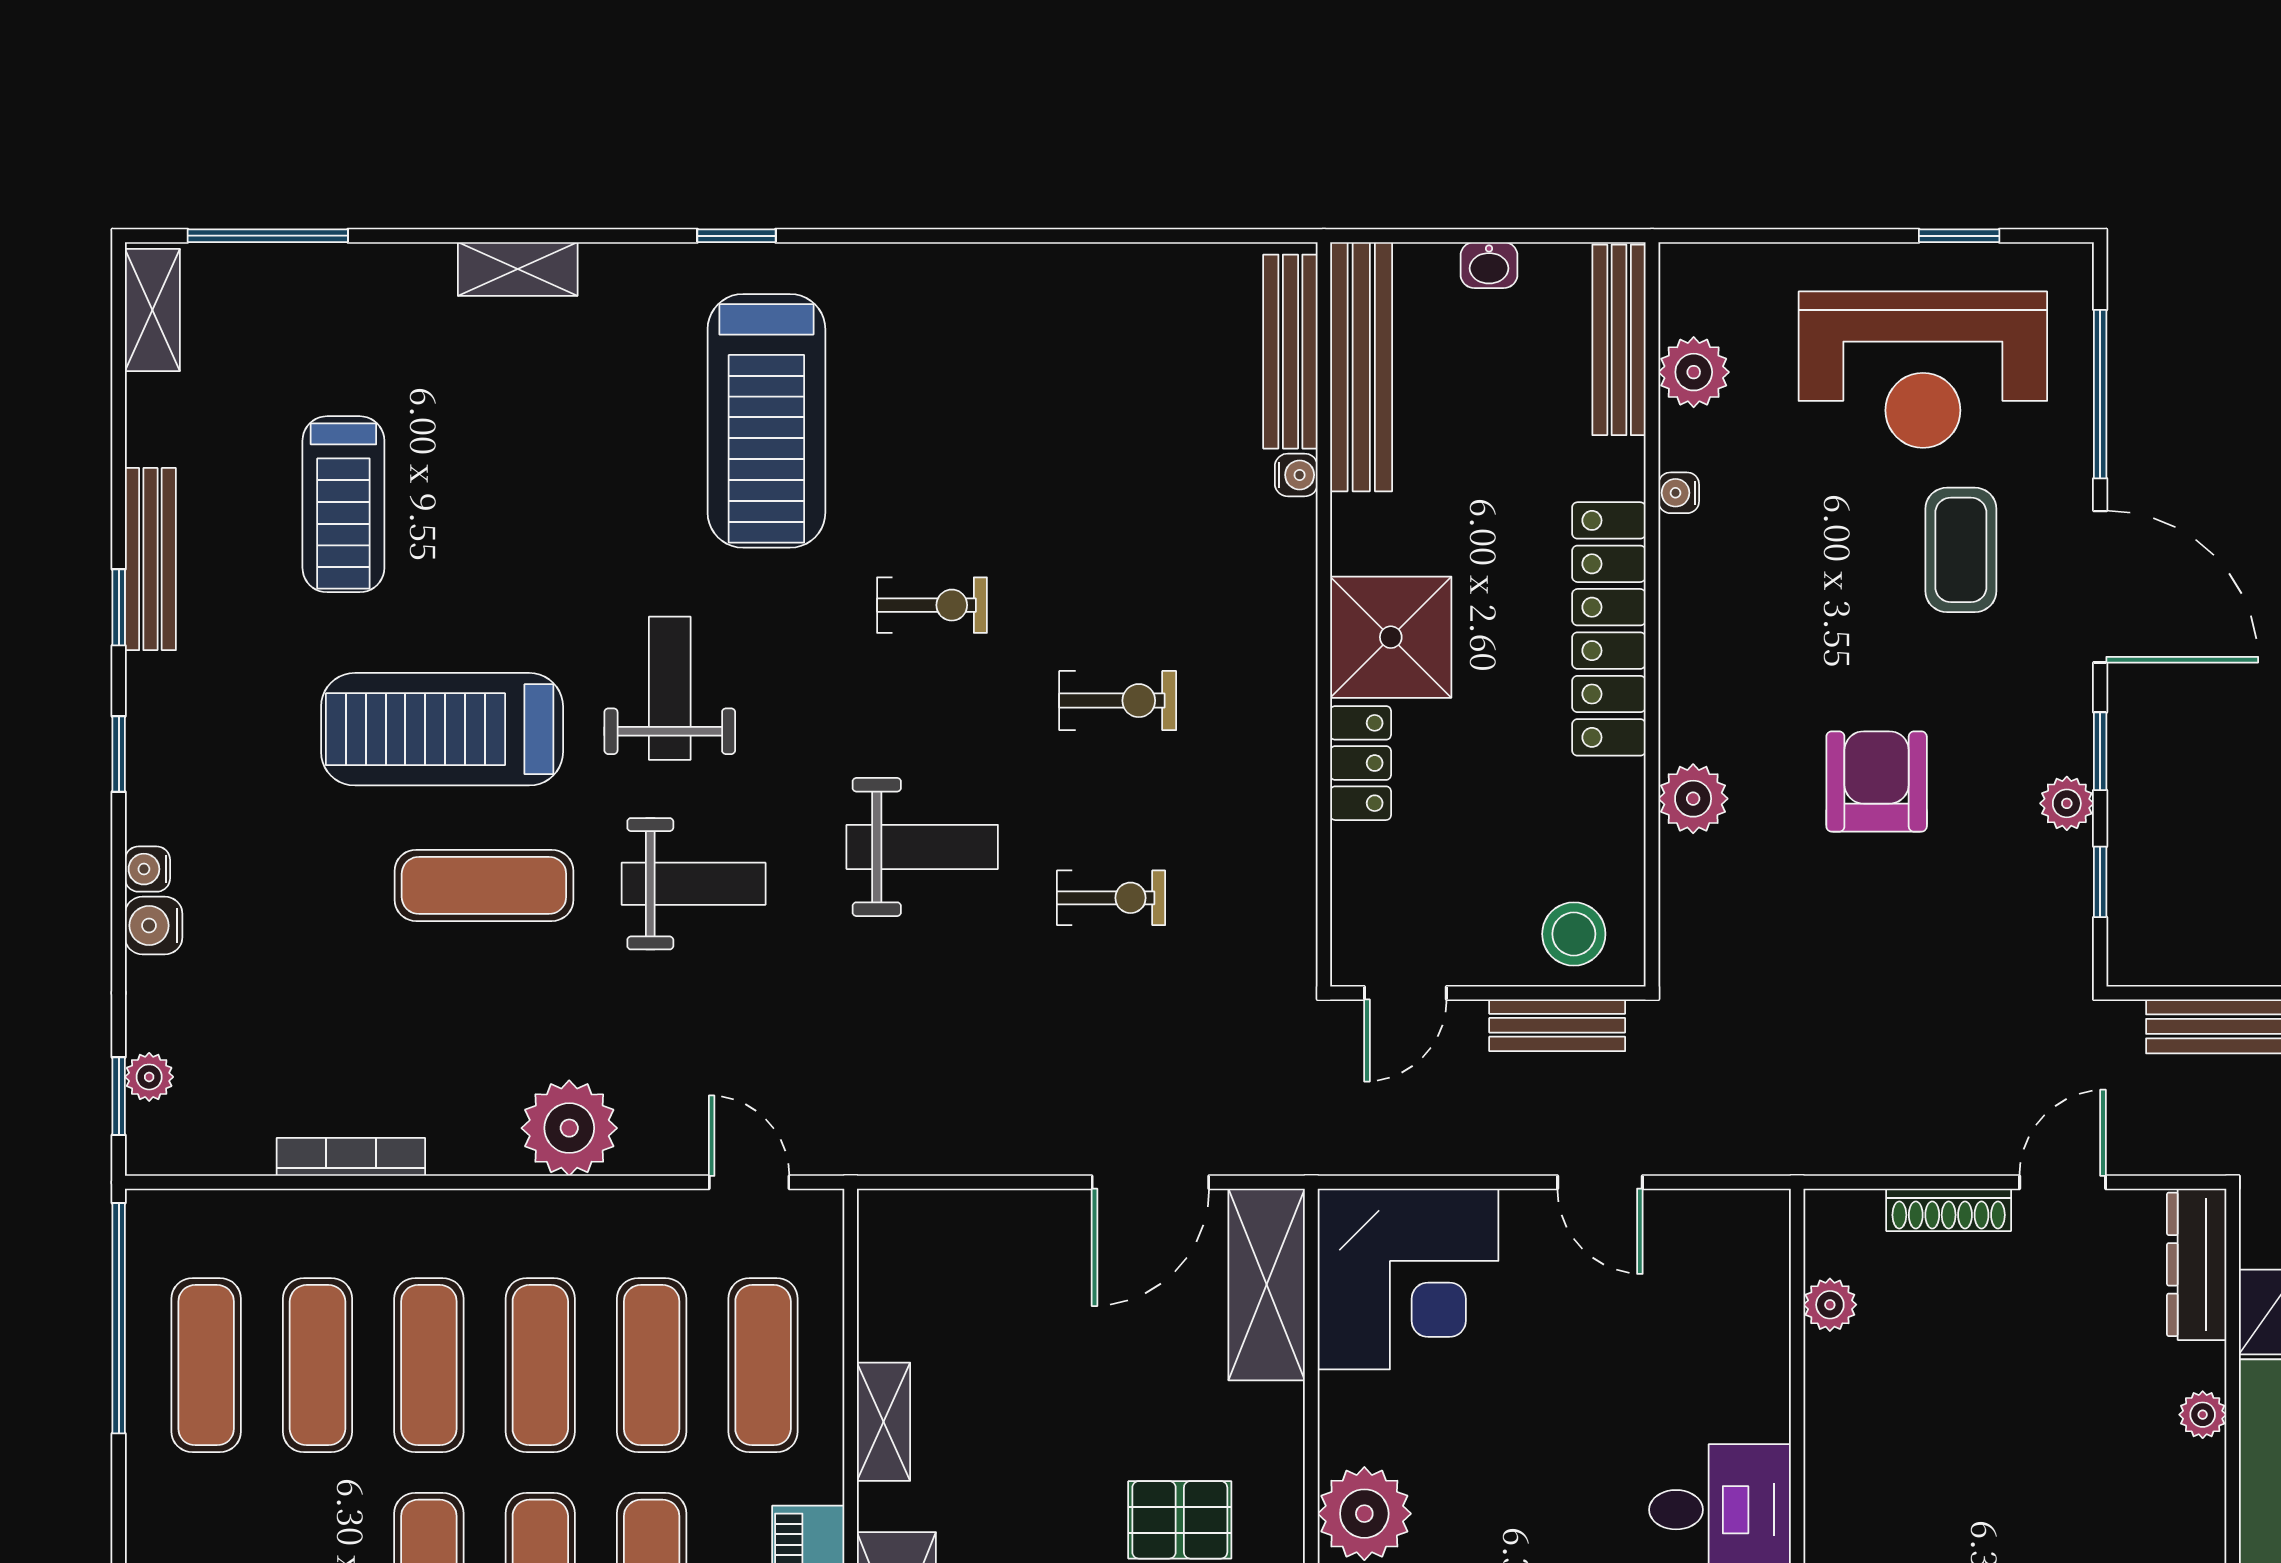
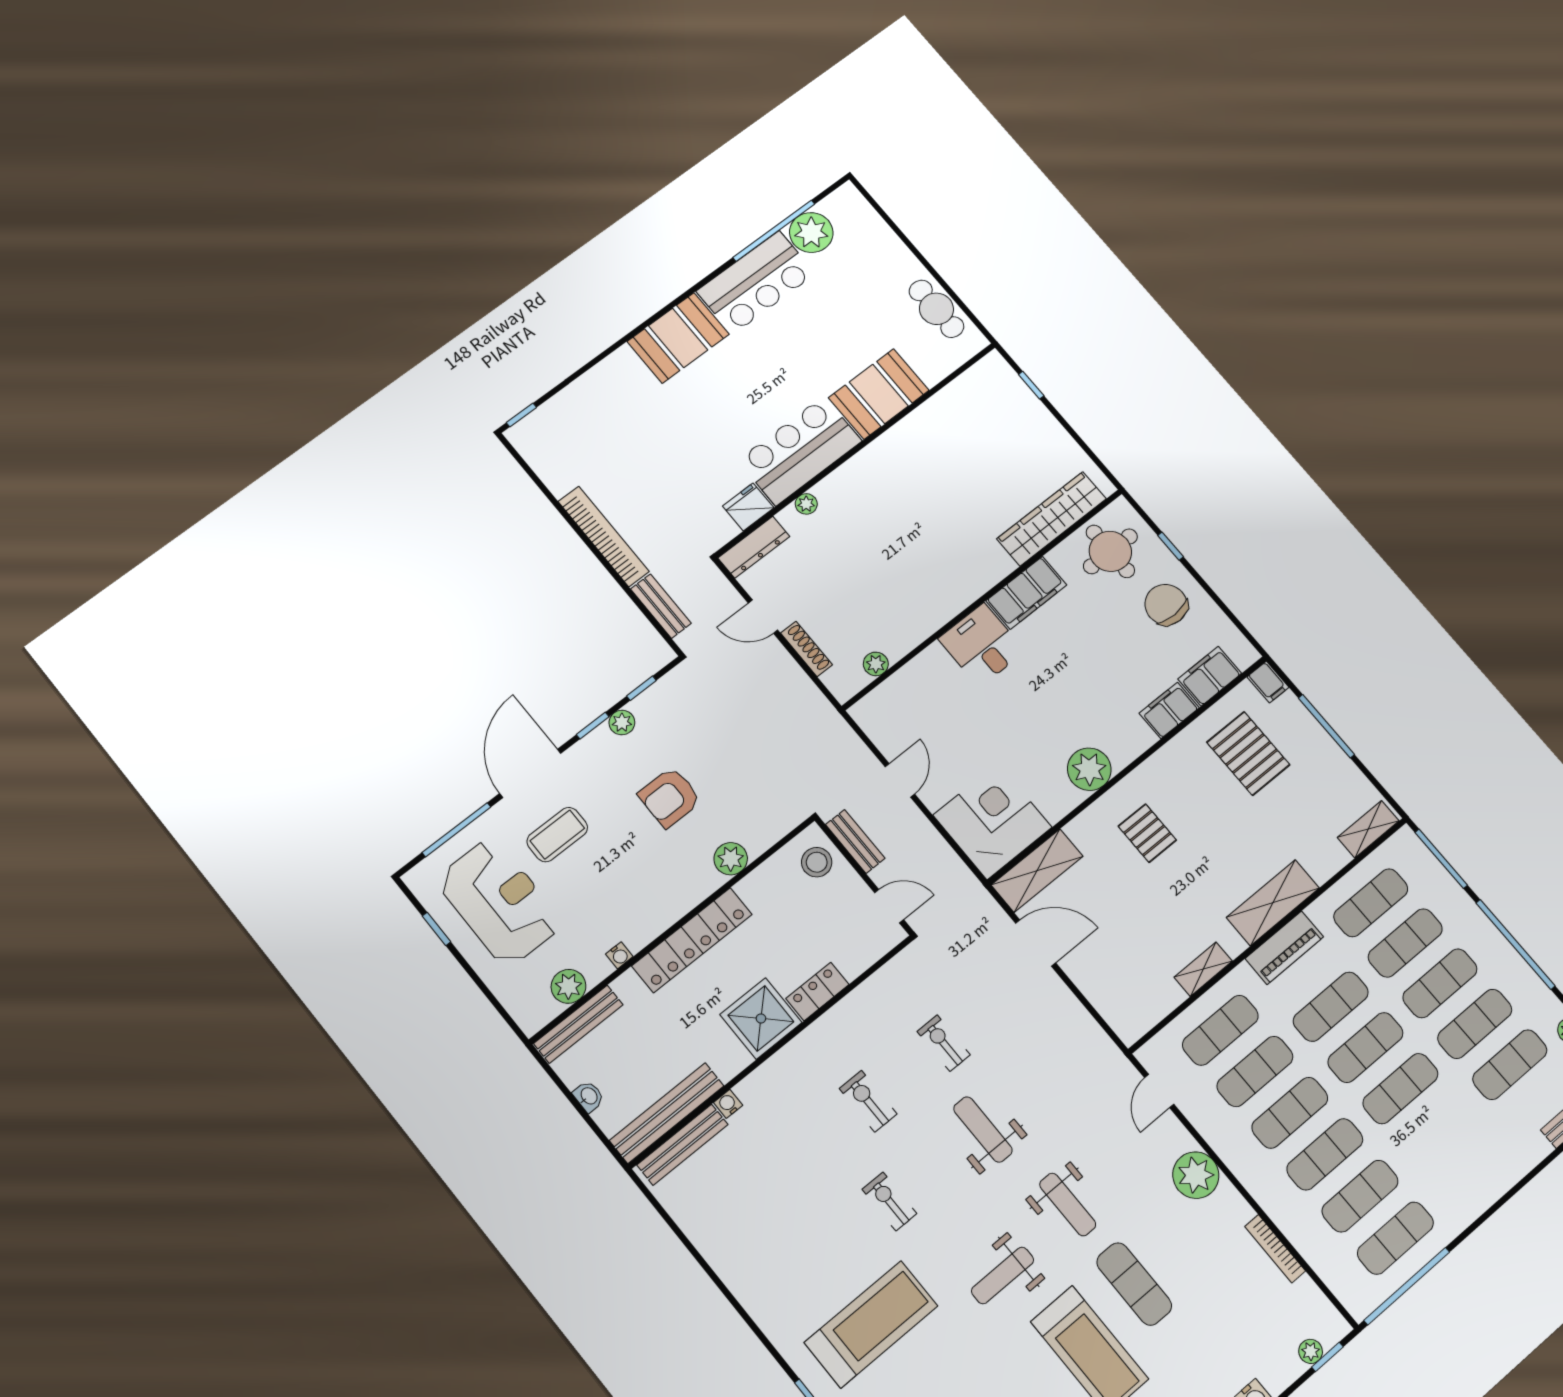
weight bench: (694, 884) -> (1068, 1204), turned 180

